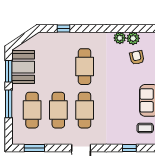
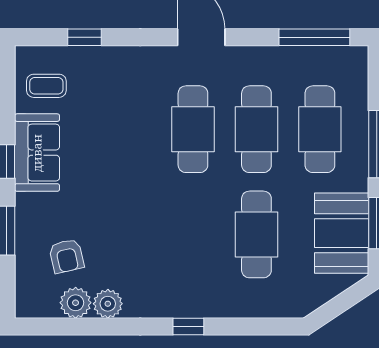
window: (64, 29) -> (188, 326), moved
cafe table: (85, 67) -> (256, 234), moved
window: (34, 148) -> (314, 37), width x1.44

